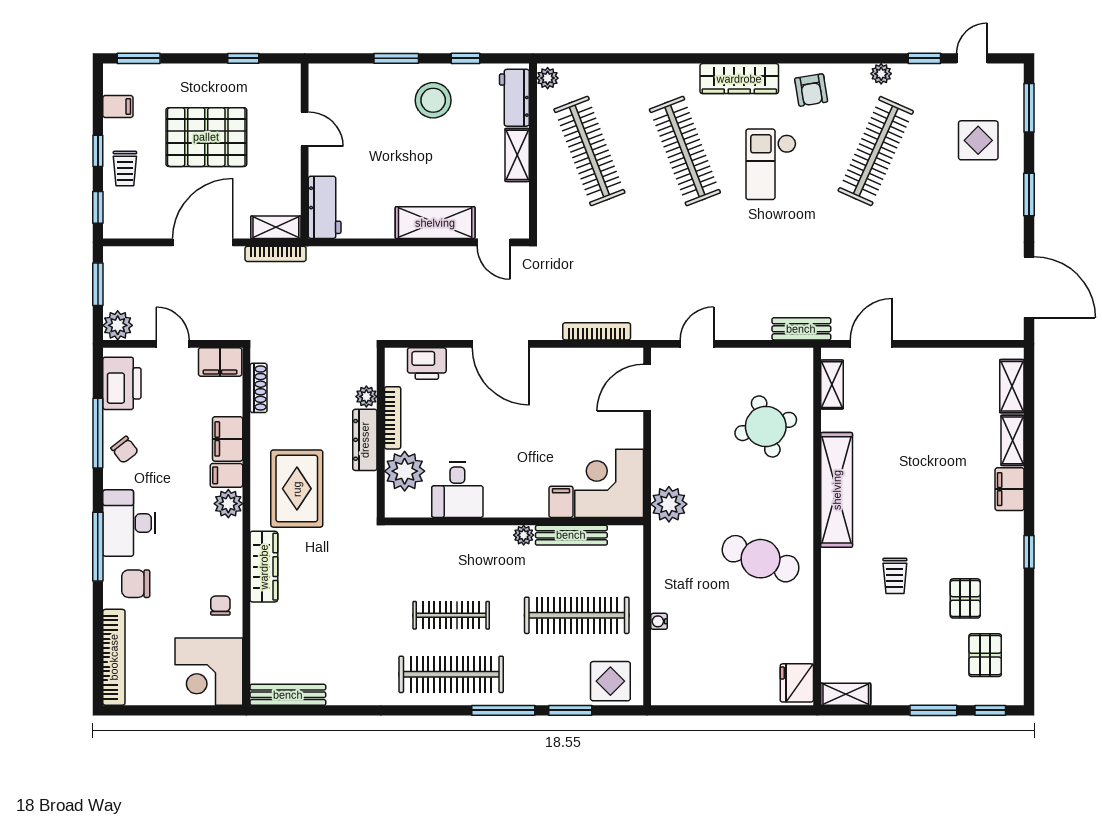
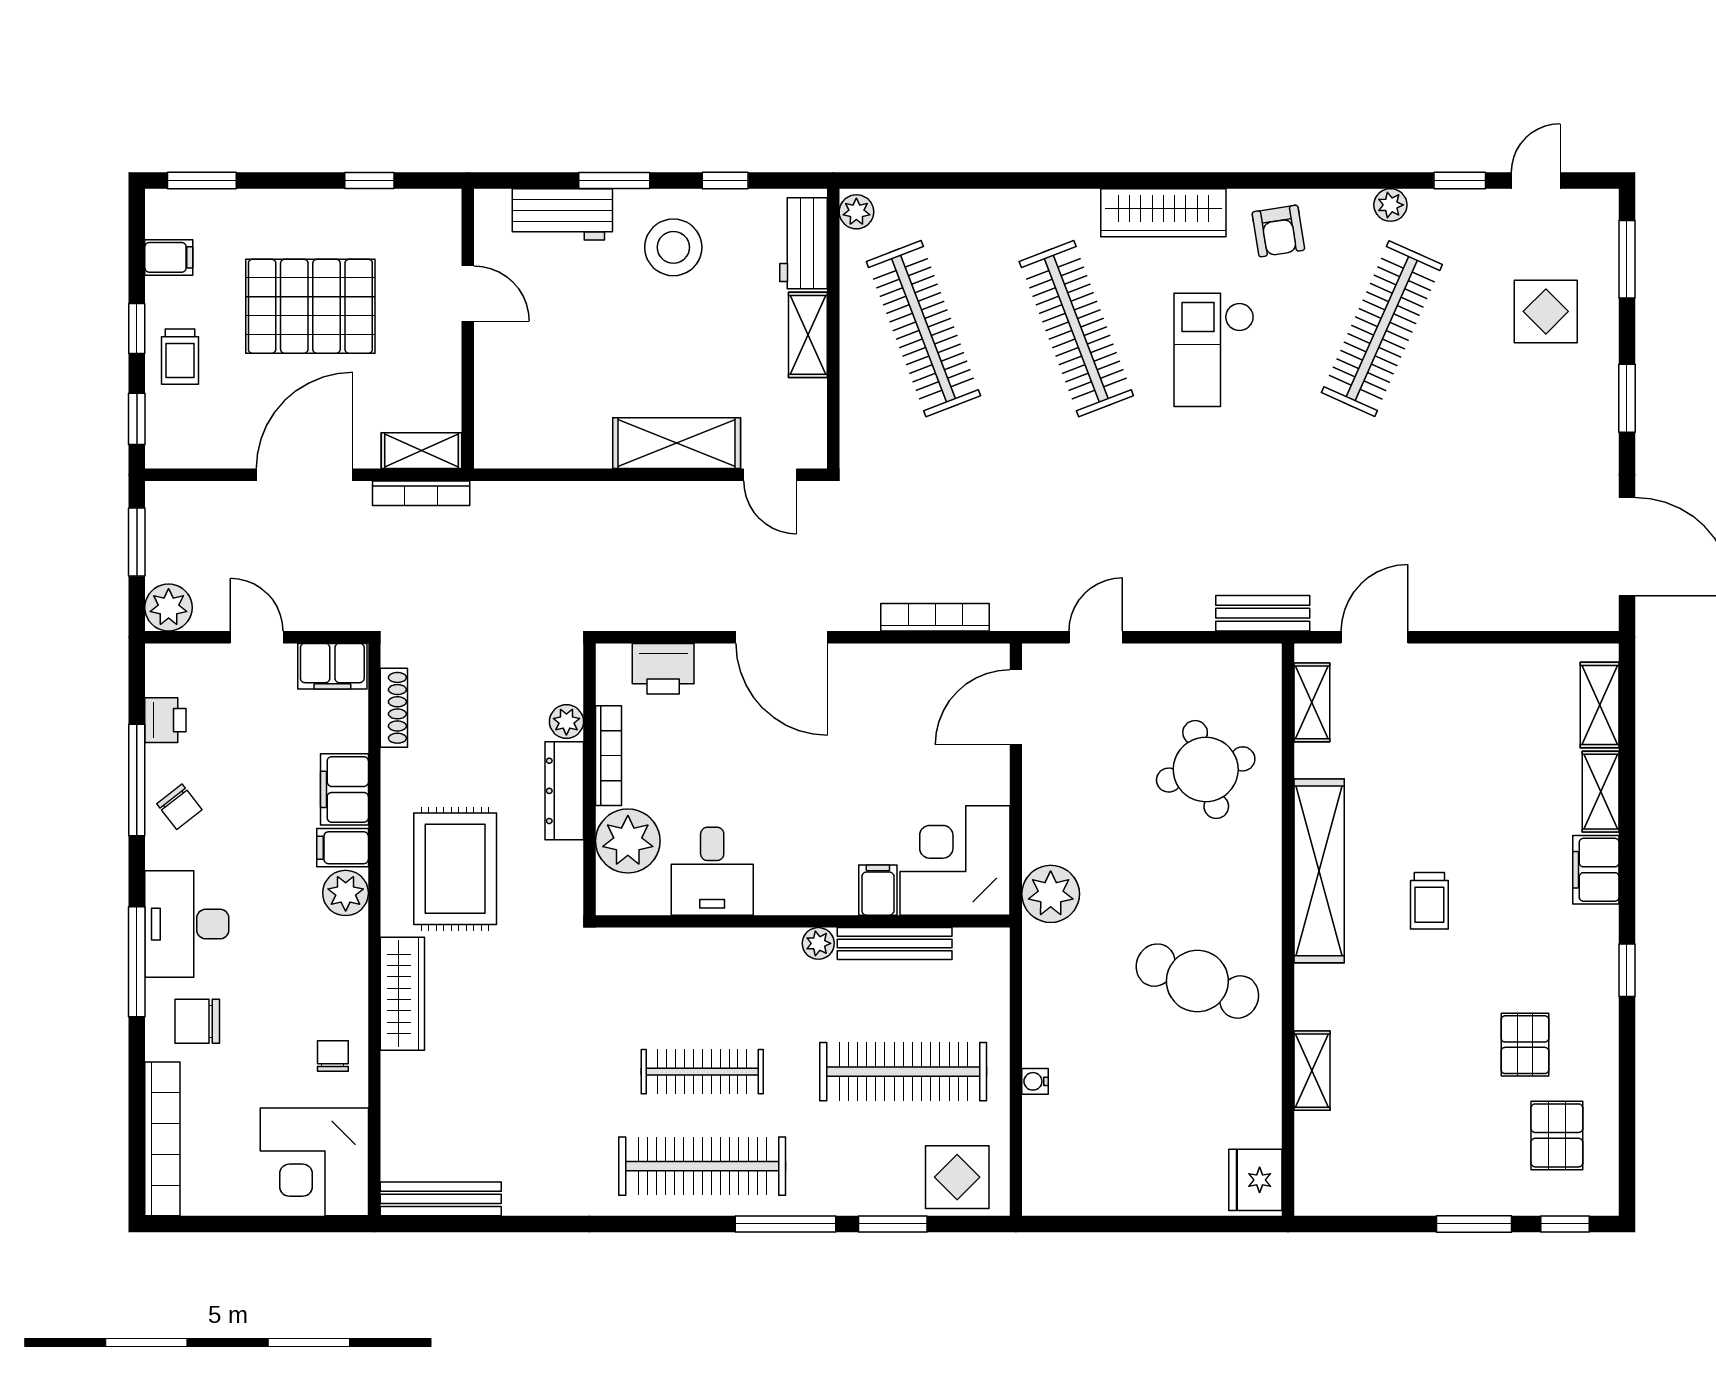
workbench: (325, 207) -> (562, 214), moved, turned 90
printer: (122, 383) -> (165, 720), width x0.53, depth x0.68
trolley: (895, 576) -> (1429, 901), moved
shelving: (846, 694) -> (1312, 1071), moved, turned 90

